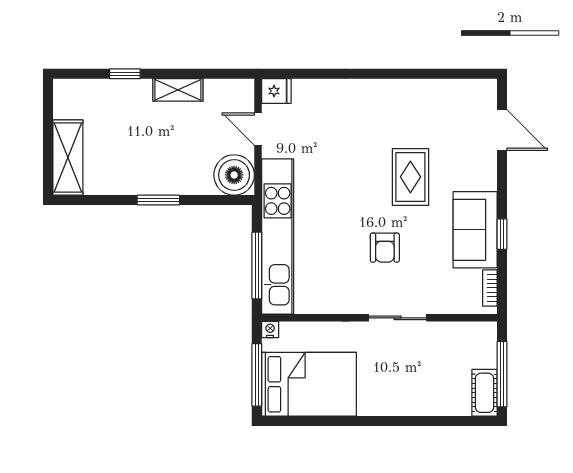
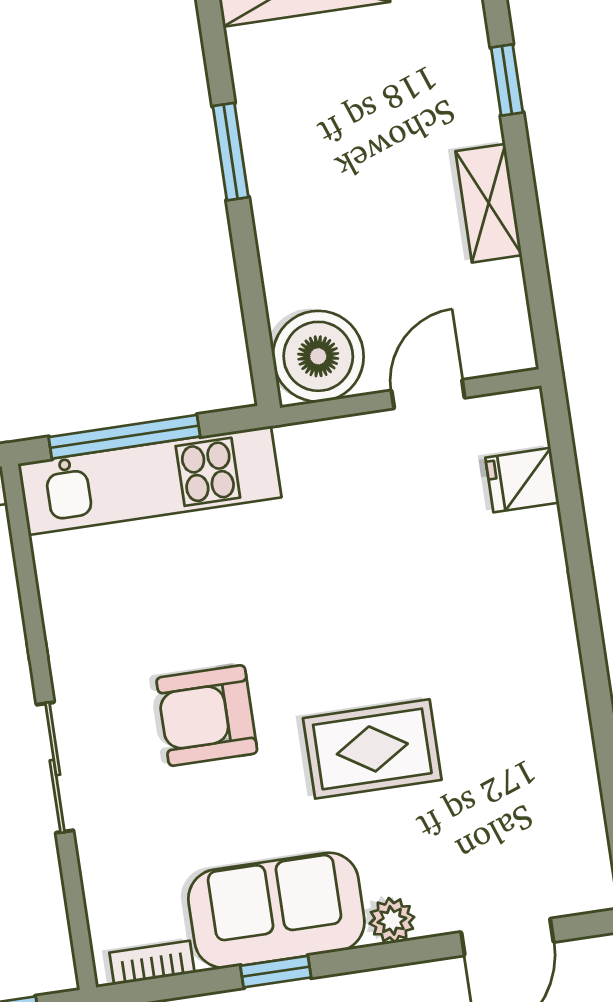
fridge: (276, 91) -> (522, 480), moved, turned 90
plant: (487, 180) -> (392, 920), added
window: (158, 200) -> (231, 152), moved
kitchen unit: (278, 237) -> (150, 480), width x0.73
armchair: (385, 248) -> (207, 716), width x1.38, depth x1.38

